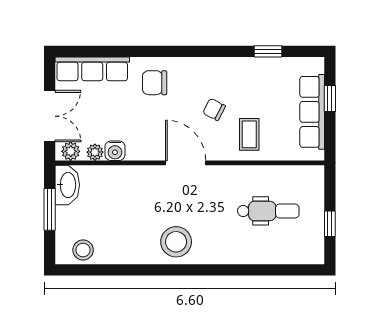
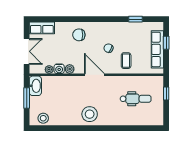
row of seats: (92, 69) -> (42, 28), width x0.68
plant: (71, 151) -> (70, 69), moved
window: (330, 224) -> (166, 94), moved

